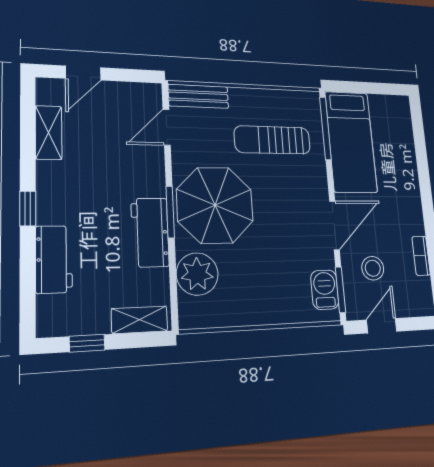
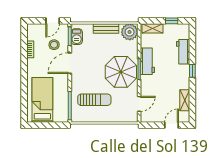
bench: (198, 96) -> (106, 28), moved
bed: (351, 142) -> (42, 100), moved
plant: (197, 274) -> (130, 32), moved

